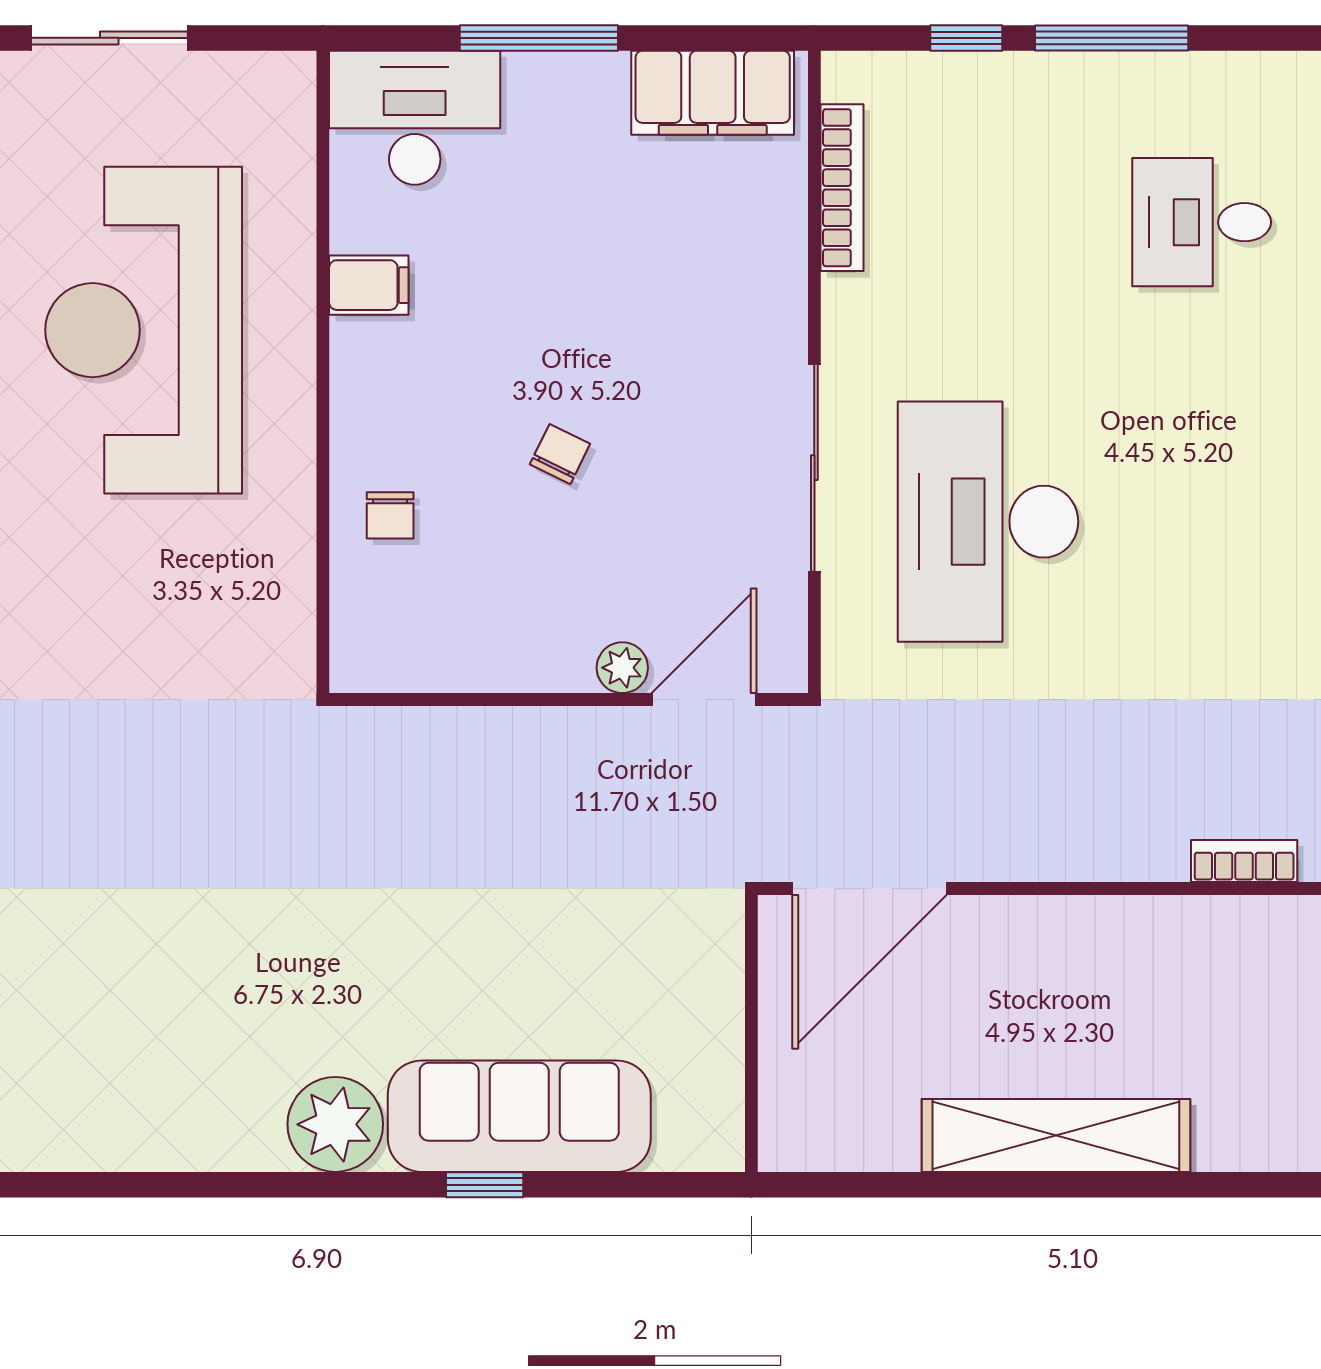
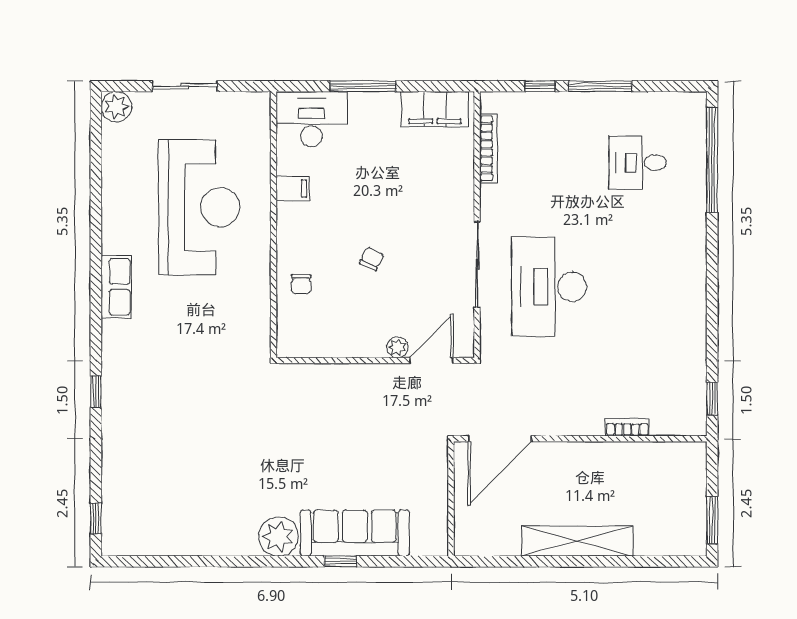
reception desk: (144, 330) -> (199, 207), turned 180
bookcase: (1244, 861) -> (627, 427), moved

